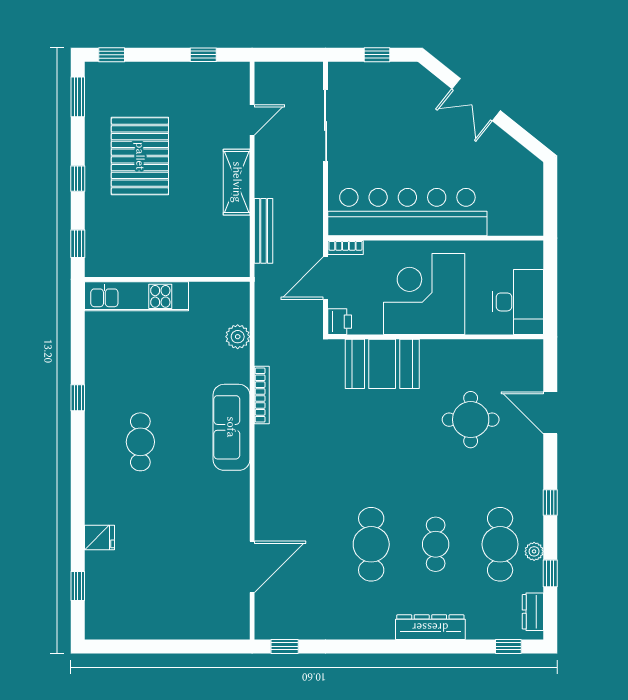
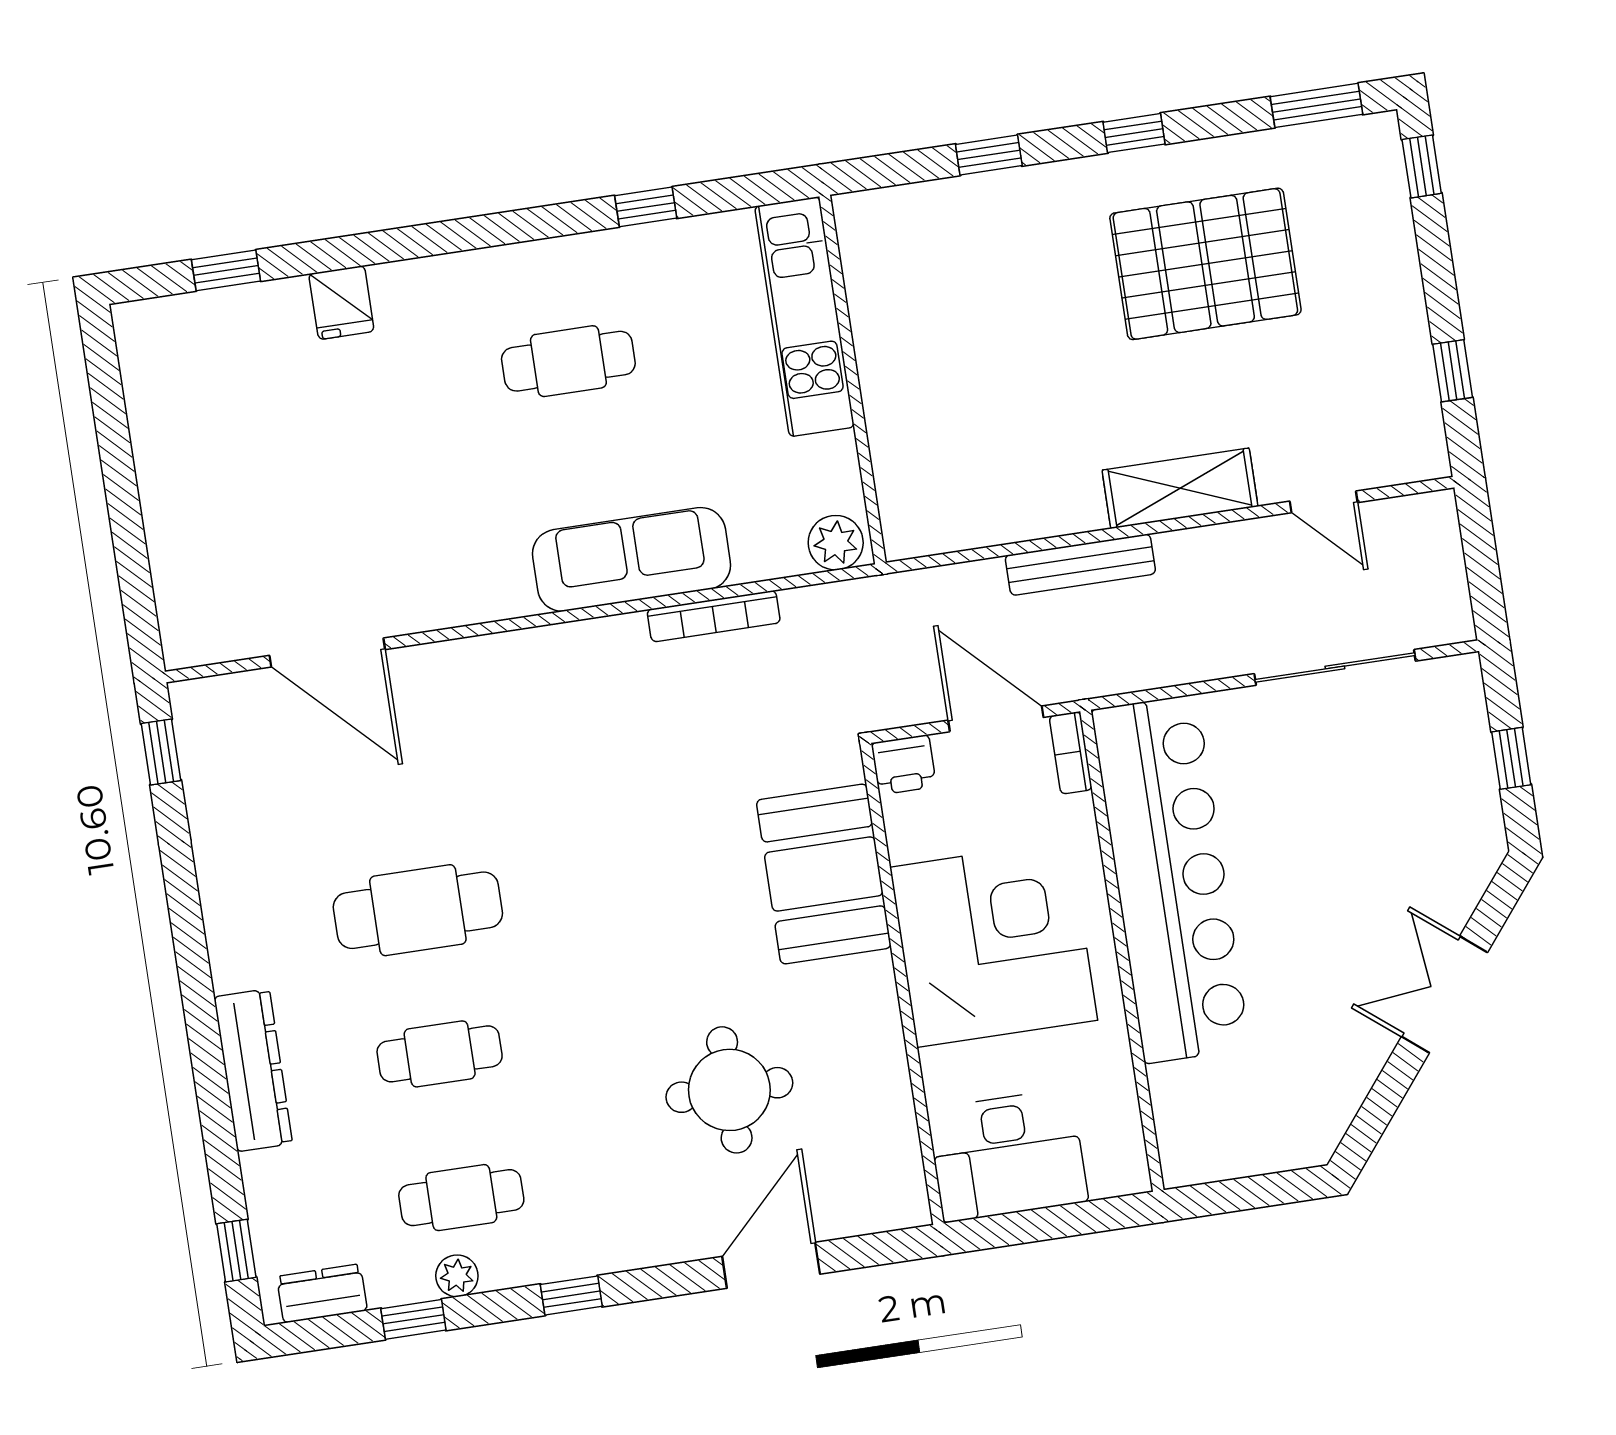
wall: (167, 279) -> (853, 380), moved
kitchen unit: (136, 296) -> (805, 317), moved
cafe table: (500, 544) -> (461, 1198), width x0.73, depth x0.74

